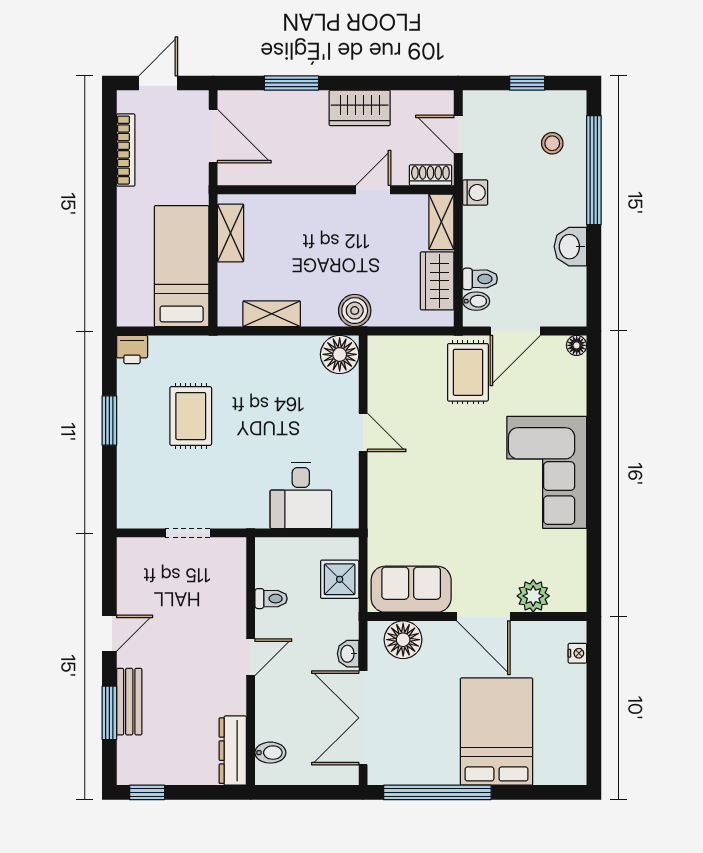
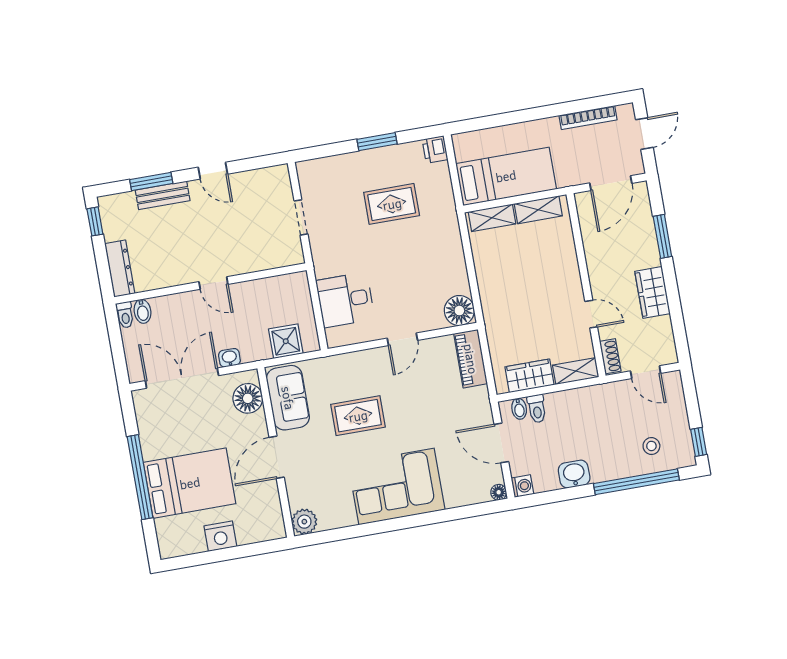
door: (158, 83) -> (644, 134), hinge flipped
window: (527, 83) -> (699, 442), moved
door: (458, 134) -> (646, 372), swing flipped
washing machine: (475, 193) -> (522, 486), moved, turned -90
boiler: (355, 311) -> (495, 316), removed
shelving: (272, 314) -> (492, 218), moved, turned 90
piano: (403, 351) -> (471, 359), added
rug: (468, 372) -> (358, 416), moved
plant: (533, 596) -> (304, 522), moved
toilet: (271, 599) -> (125, 315), moved
nightstand: (577, 653) -> (220, 536), moved, width x1.89, depth x1.79
dresser: (233, 751) -> (120, 269), moved, turned 90
window: (437, 792) -> (140, 477), moved

